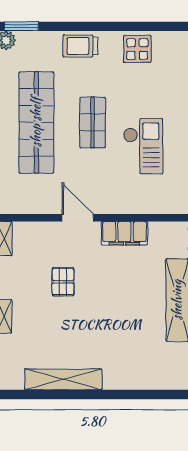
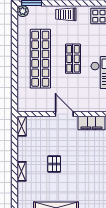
pallet: (63, 282) -> (54, 164), moved

